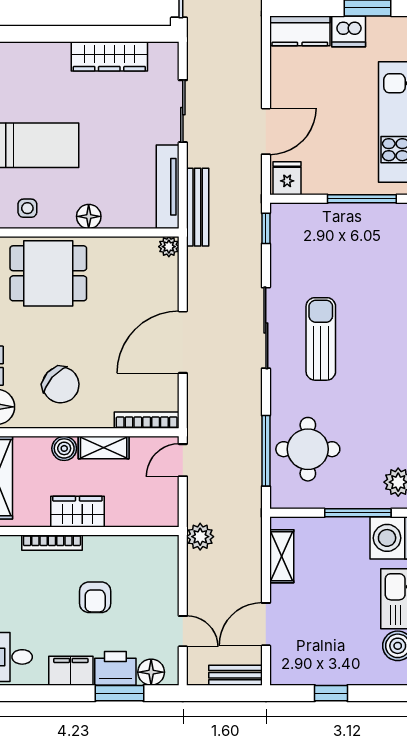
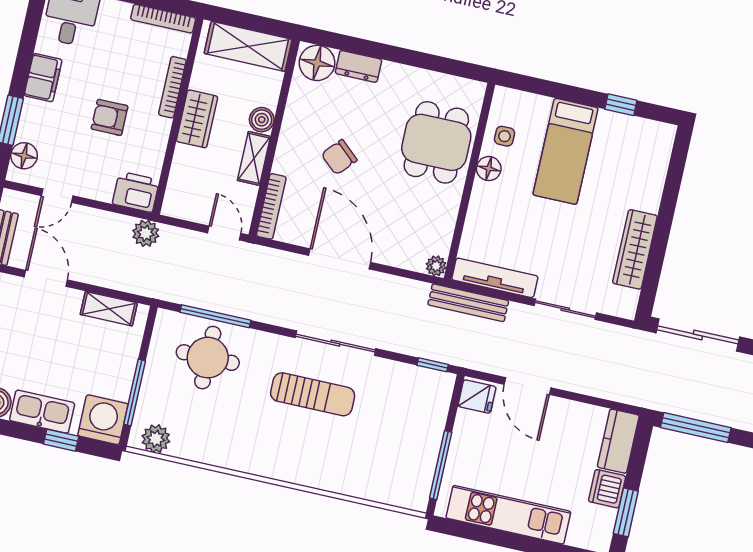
floor lamp: (89, 216) -> (489, 169), moved
chair: (61, 385) -> (339, 157), moved, width x0.73, depth x0.73
printer: (115, 668) -> (136, 192), moved, turned -90

